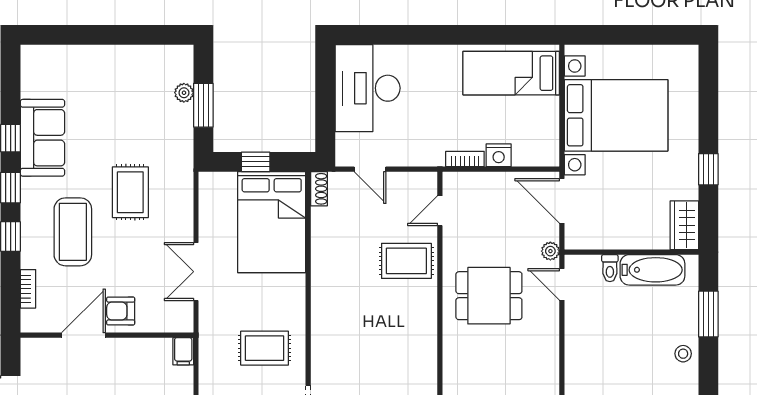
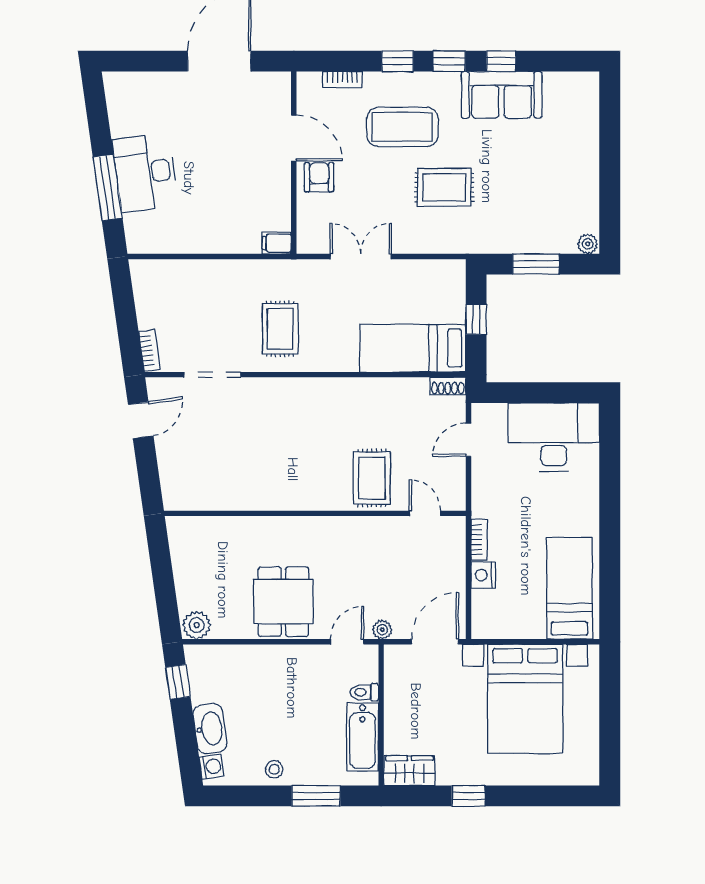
plant: (184, 93) -> (588, 244), moved
bed: (272, 222) -> (413, 348), width x0.67
dining table: (489, 296) -> (283, 602), moved

